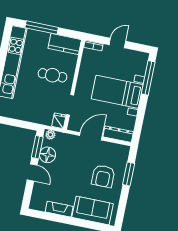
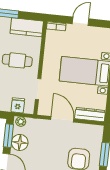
fridge: (59, 121) -> (18, 105), moved
door: (91, 136) -> (62, 119), hinge flipped

